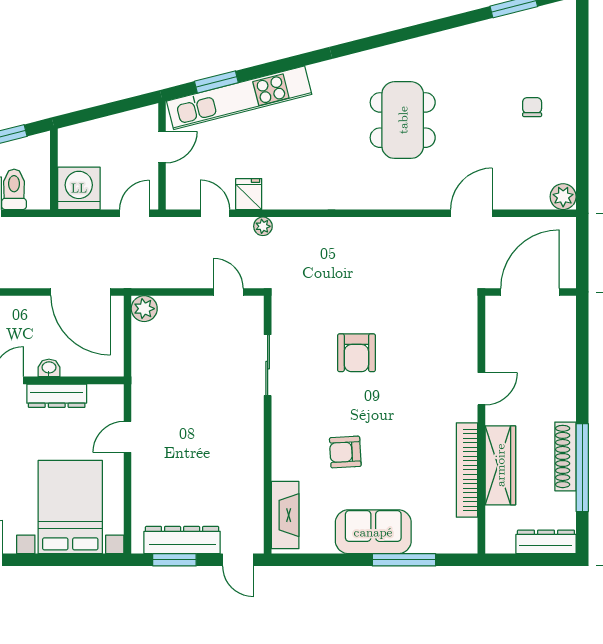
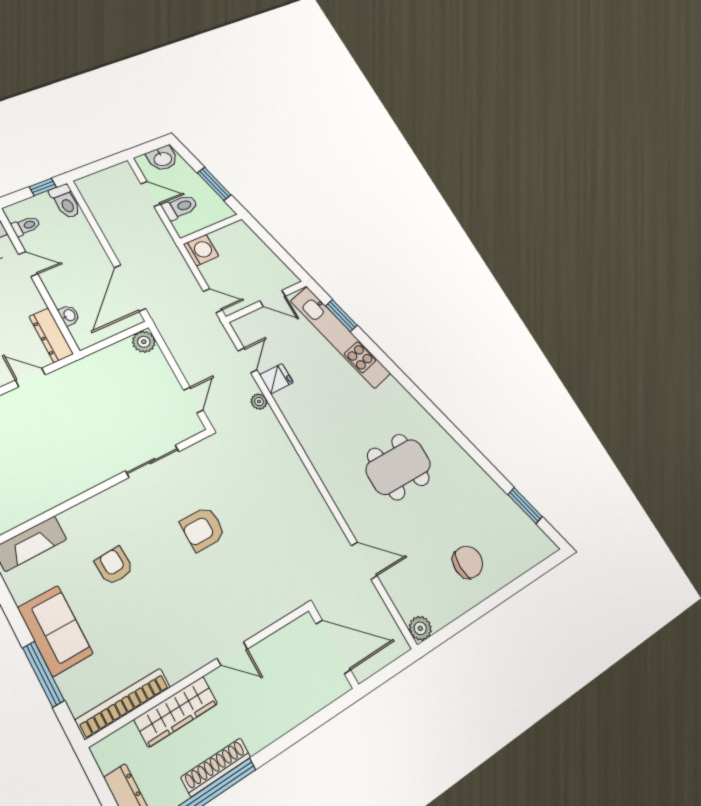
chair: (532, 107) -> (468, 562), width x1.87, depth x1.87
washing machine: (79, 188) -> (201, 250), width x0.73, depth x0.73
washbasin: (49, 368) -> (69, 315), moved
dresser: (57, 396) -> (51, 335), moved
bookcase: (467, 470) -> (123, 703), moved

